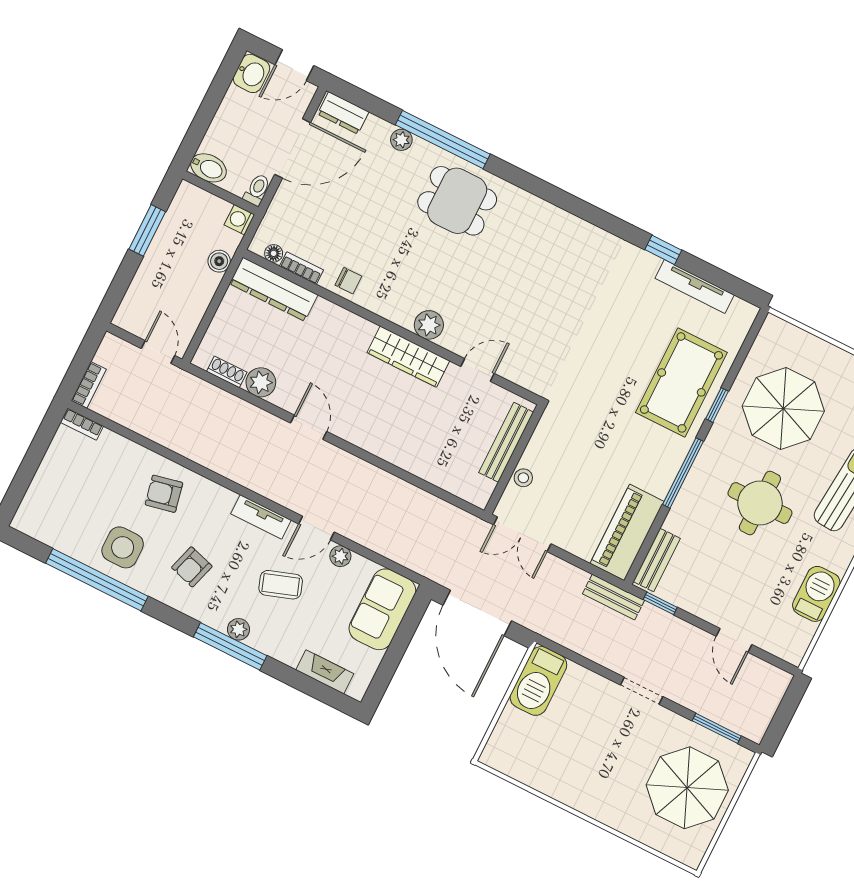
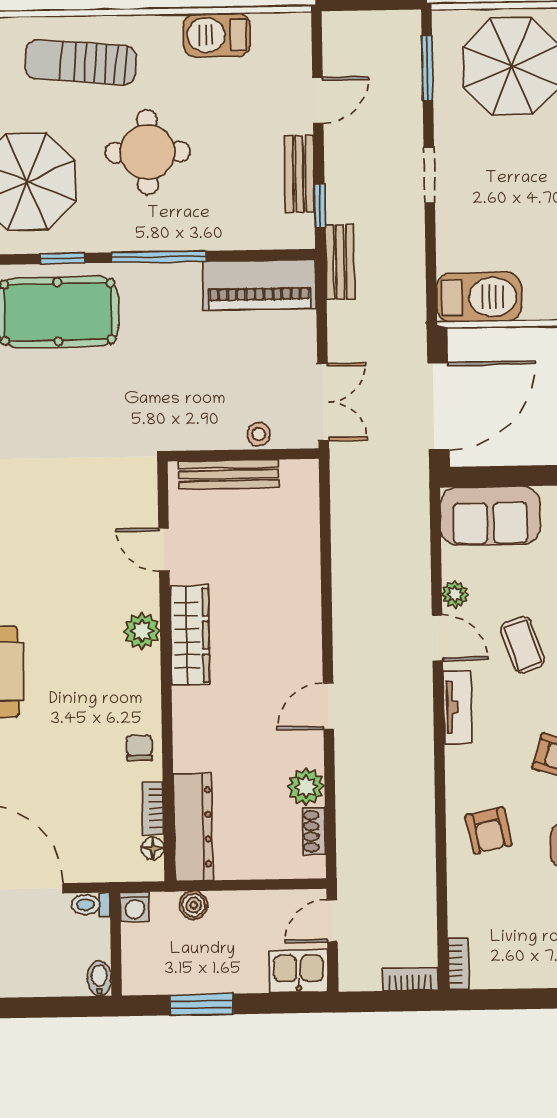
bidet: (209, 168) -> (99, 978), width x0.72, depth x0.74
kitchen sink: (135, 310) -> (299, 971), added
bench: (657, 560) -> (299, 174), moved, turned 90

